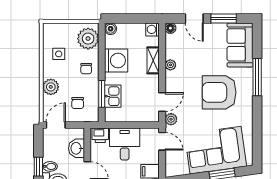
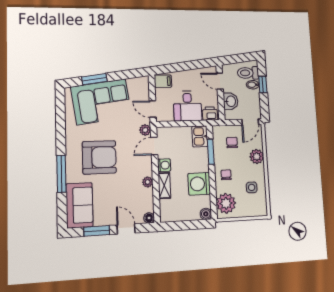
washing machine: (153, 29) -> (164, 165), moved
kitchen sink: (113, 96) -> (200, 136), moved

